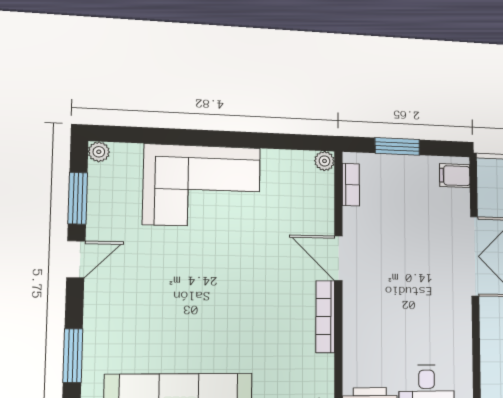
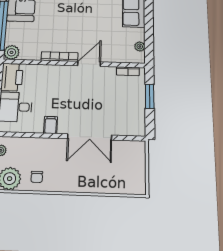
plant: (324, 161) -> (140, 46), moved
filing cabinet: (455, 176) -> (51, 125), moved

